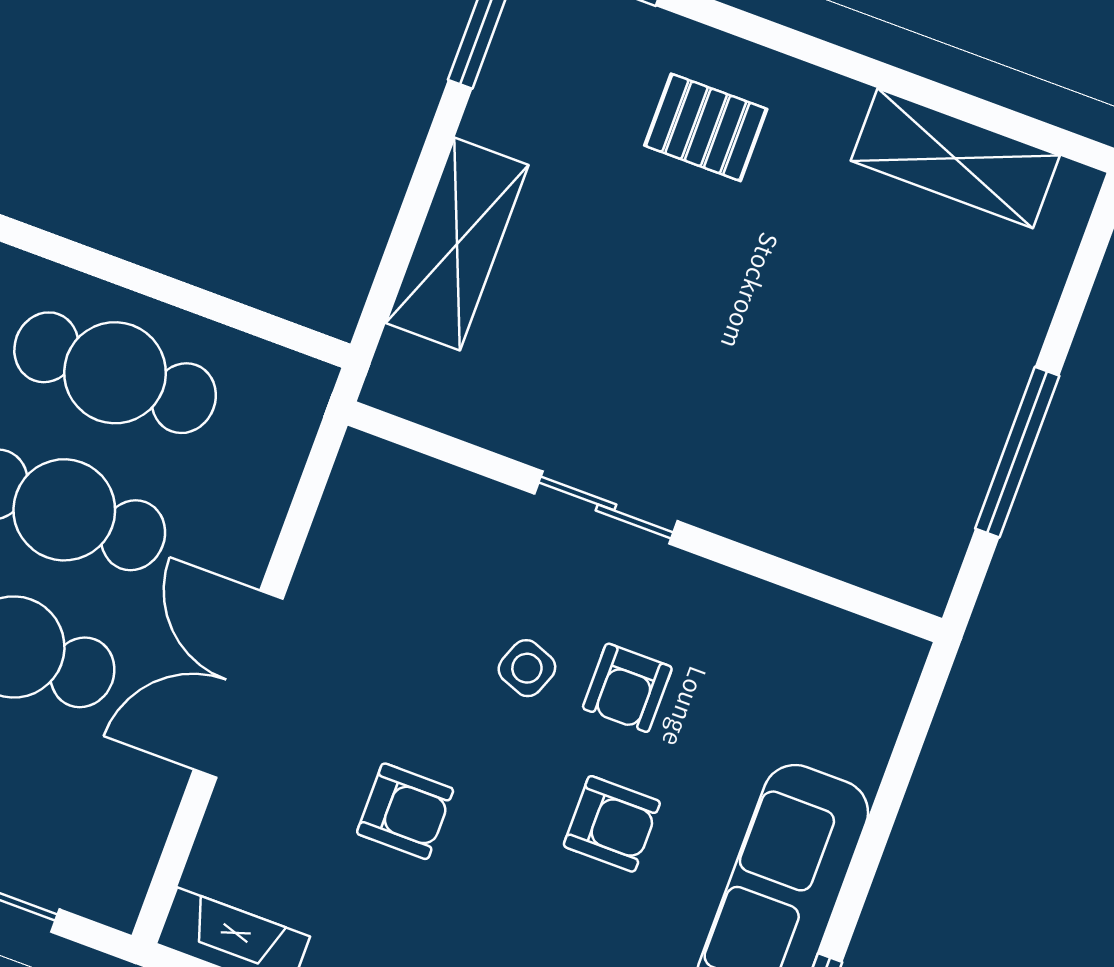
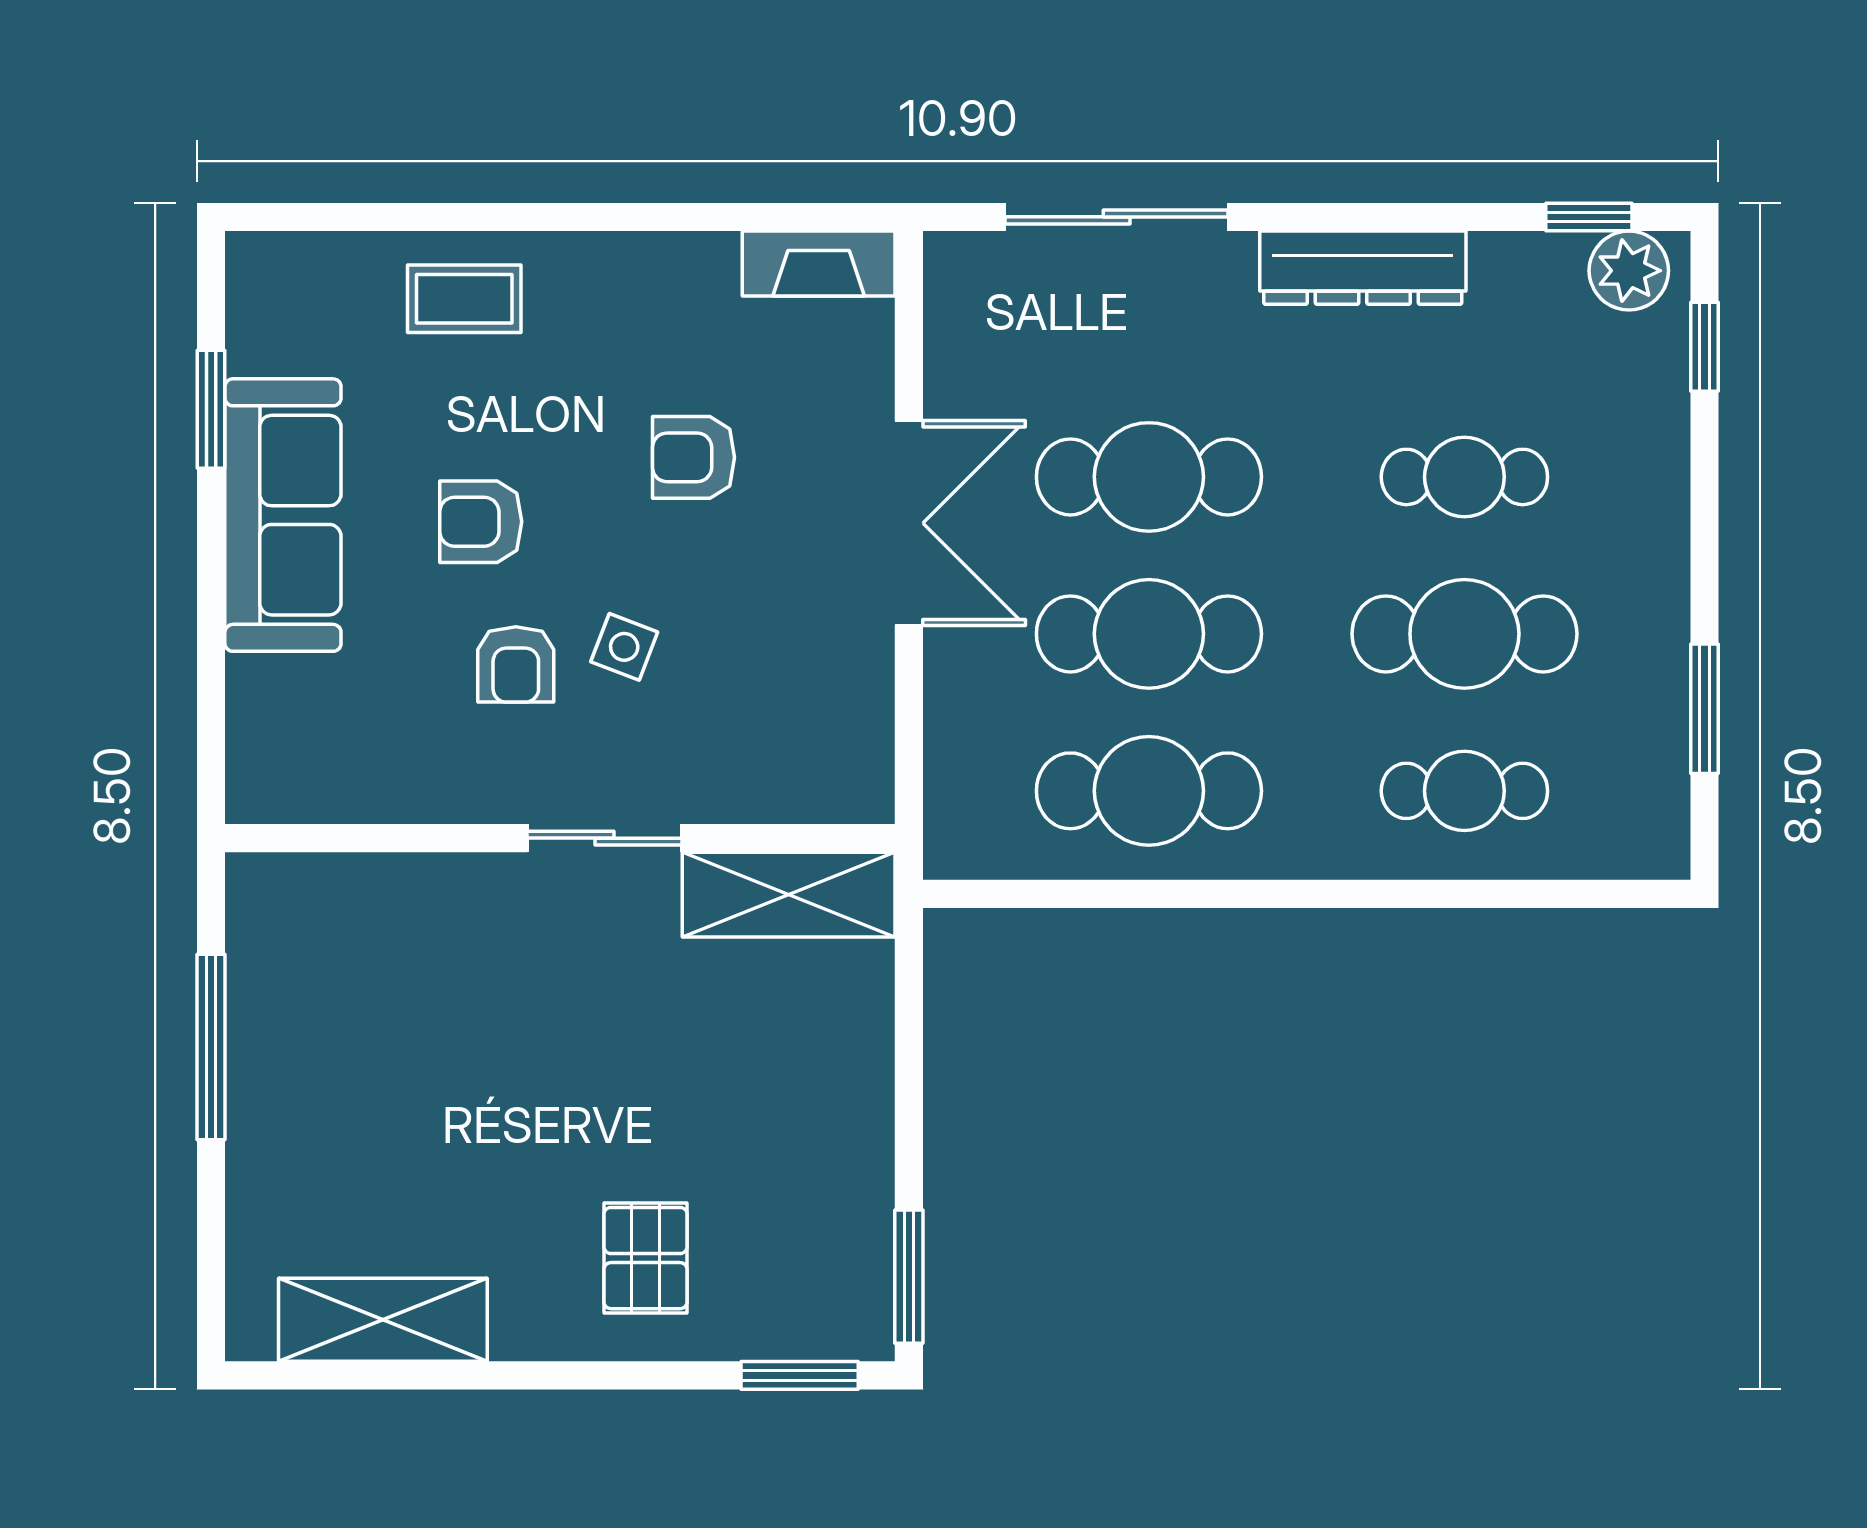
pallet: (706, 127) -> (645, 1258), turned 90
shelving: (457, 244) -> (789, 895), moved, turned 90
armchair: (627, 688) -> (516, 664), turned 180

